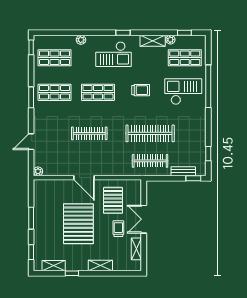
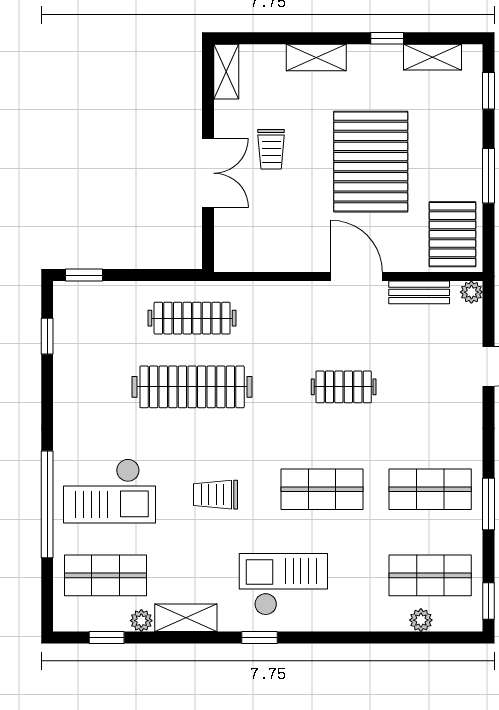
plant: (81, 40) -> (421, 620), moved
window: (31, 97) -> (489, 504), moved
clothes rail: (89, 133) -> (344, 387), width x0.73
bench: (183, 171) -> (419, 292), moved
pallet: (113, 200) -> (452, 234), moved
shelving: (136, 249) -> (226, 72), moved

